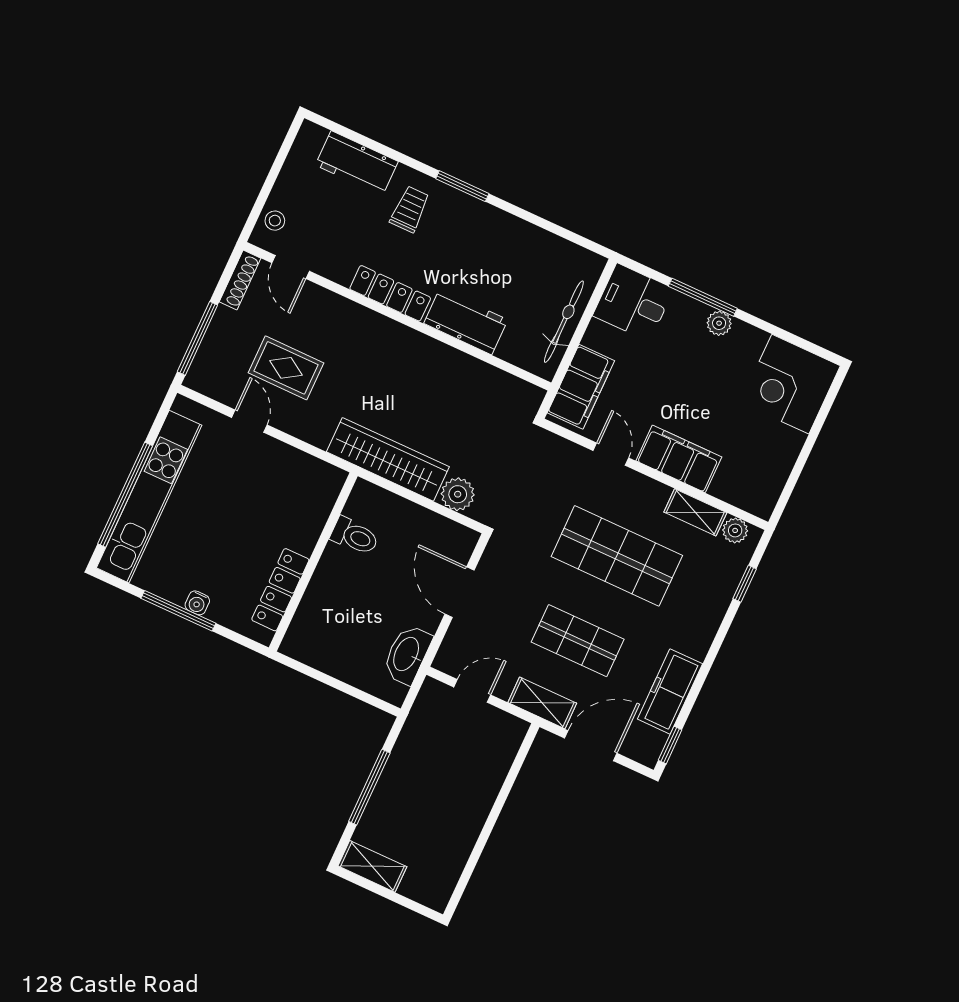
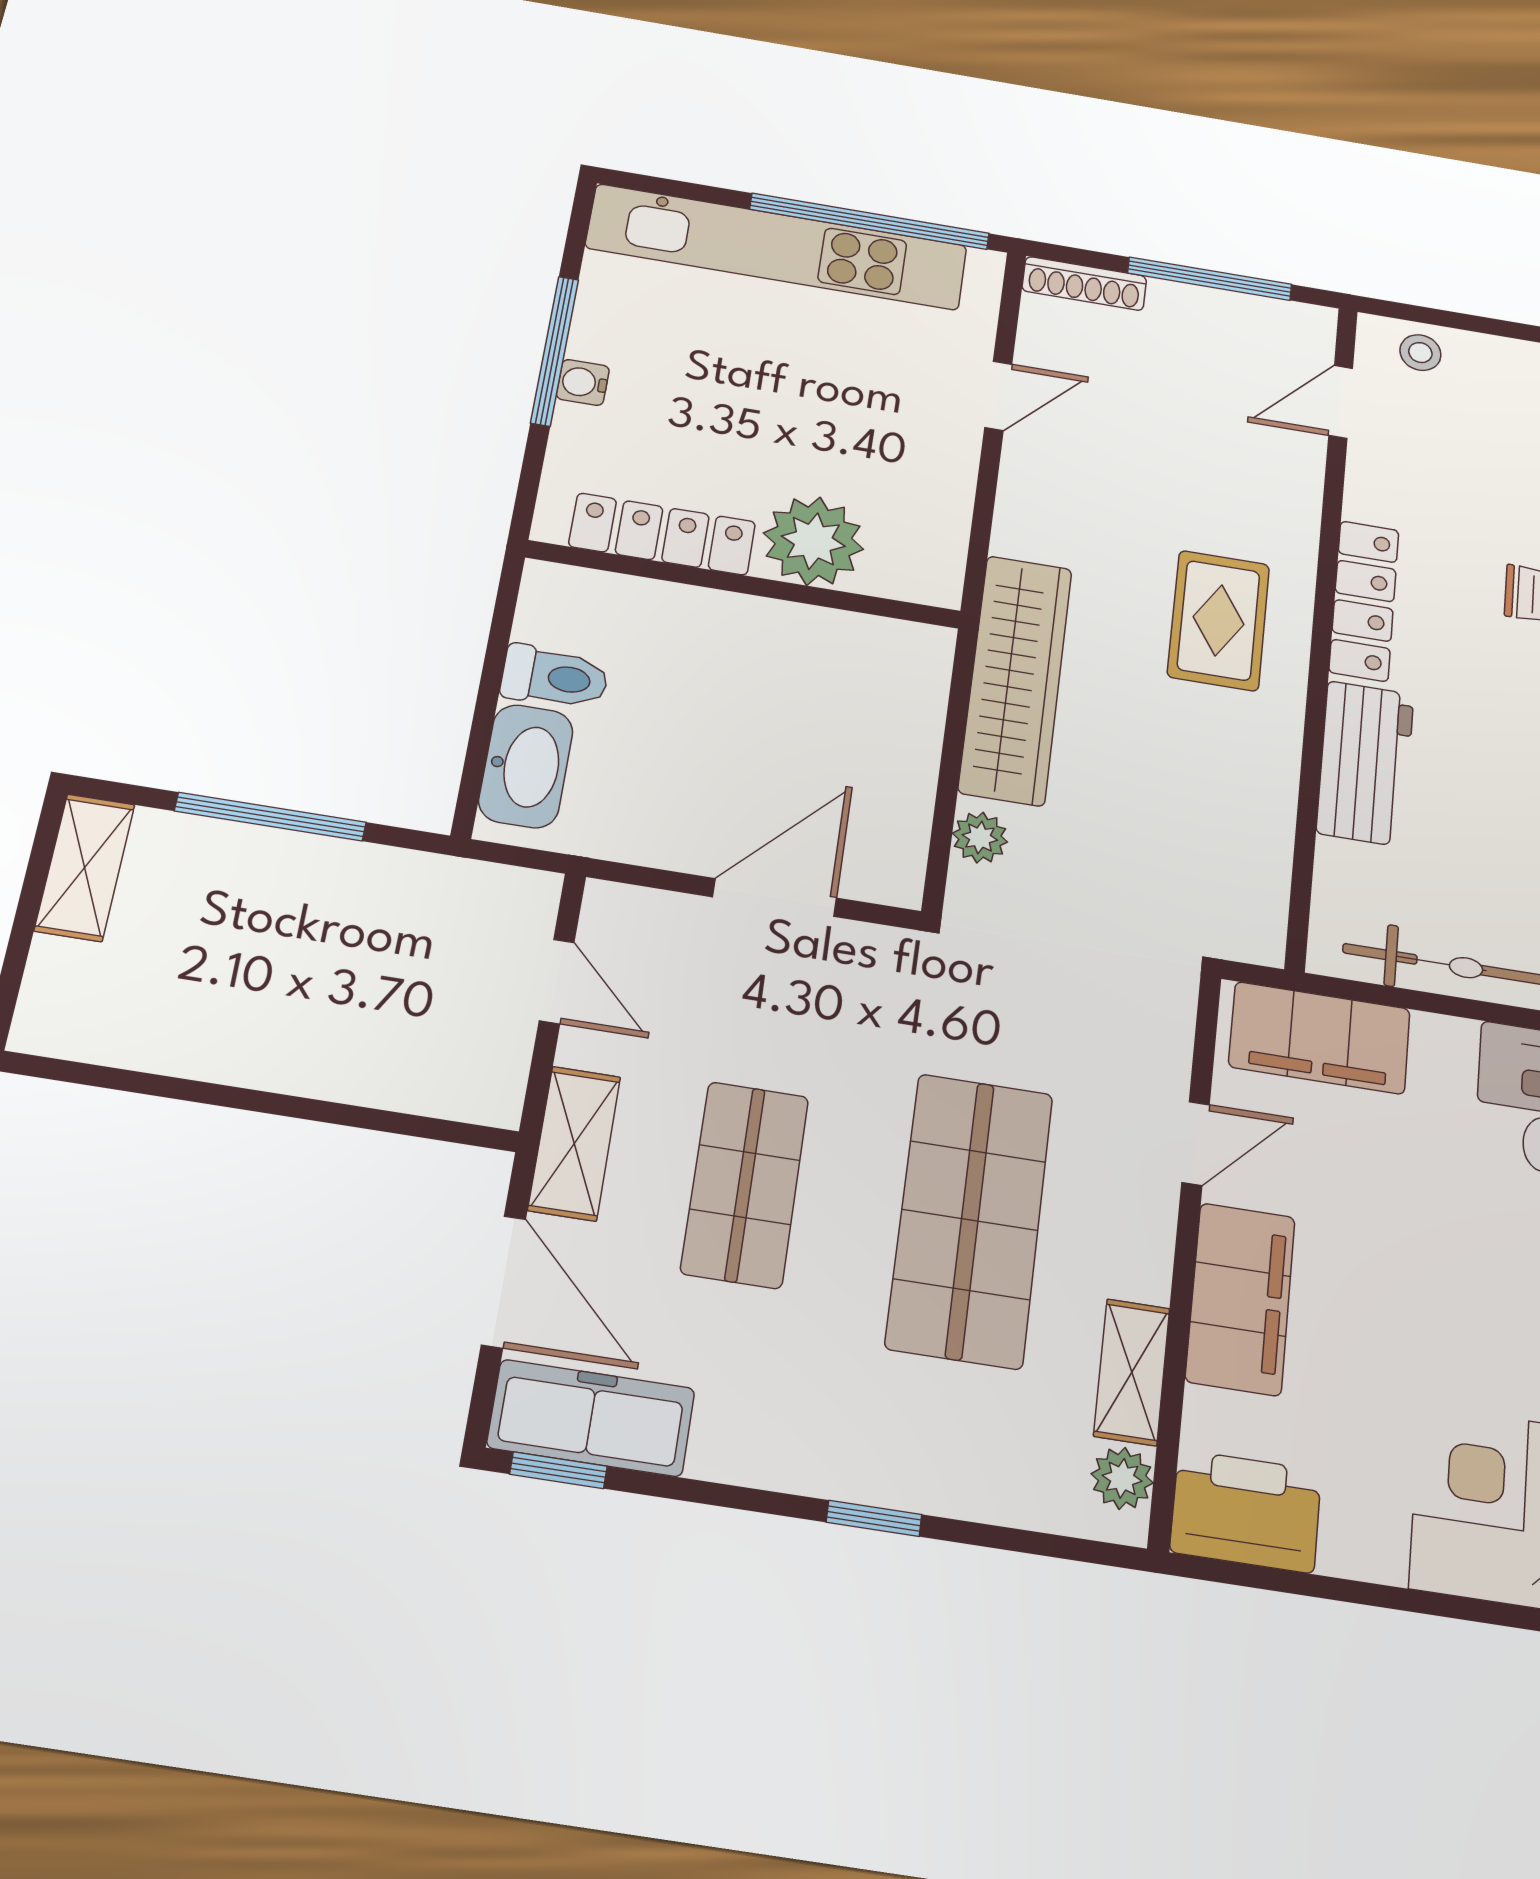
shoe rack: (240, 280) -> (1084, 284), moved
window: (197, 338) -> (1210, 279), moved
rug: (286, 368) -> (1218, 620), moved
printer: (761, 487) -> (1246, 1511), added
plant: (458, 494) -> (980, 838), width x0.73, depth x0.73
window: (125, 495) -> (870, 221), moved
plant: (300, 526) -> (813, 541), added
toilet: (355, 536) -> (555, 677), moved, turned -90
window: (745, 584) -> (874, 1518), moved
washbasin: (407, 654) -> (526, 766), moved, turned 90
freezer: (670, 691) -> (591, 1418), moved

